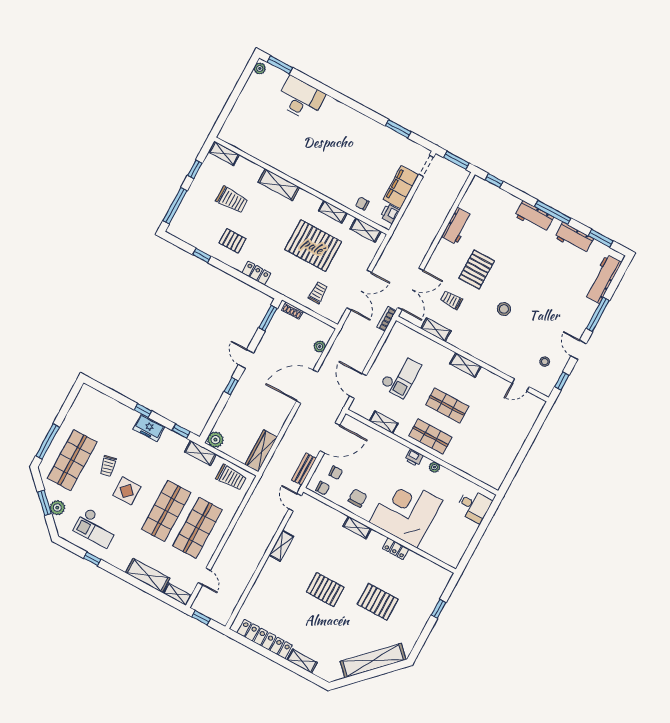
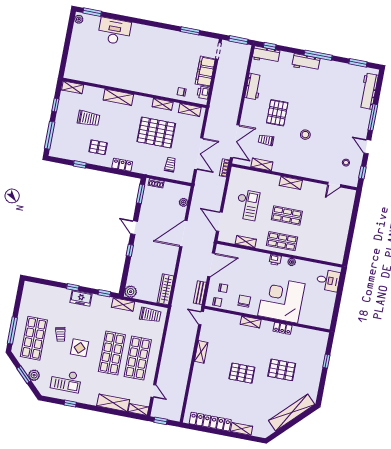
workbench: (574, 238) -> (266, 55), moved

